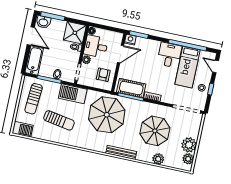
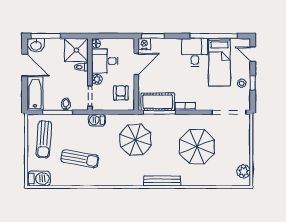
barbecue: (73, 94) -> (97, 120), width x0.53, depth x0.65
parasol: (107, 115) -> (135, 140), width x0.73, depth x0.73
plant: (189, 145) -> (241, 155), removed
plant: (158, 159) -> (208, 179), removed

